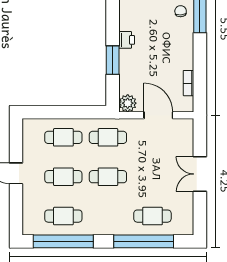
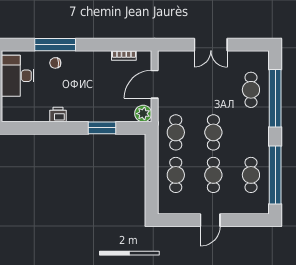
printer: (127, 40) -> (58, 115), moved

